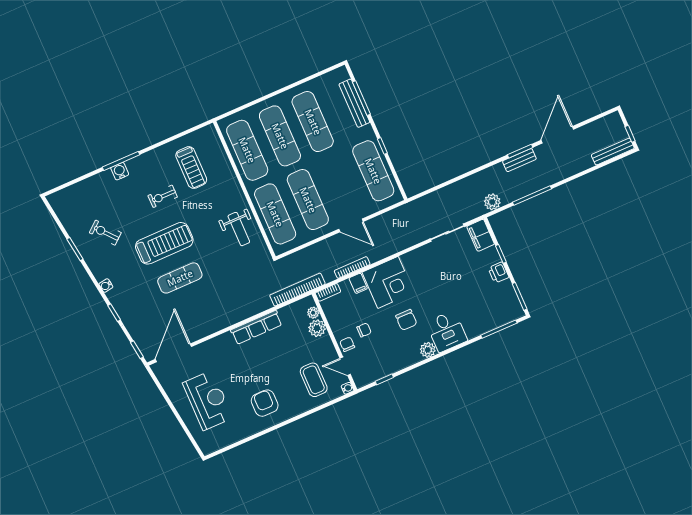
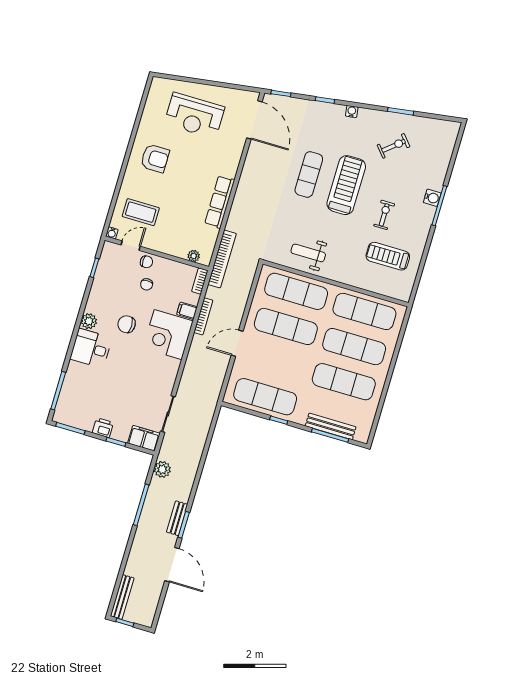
treadmill: (164, 243) -> (346, 185), turned 180
plant: (317, 328) -> (179, 249), removed

